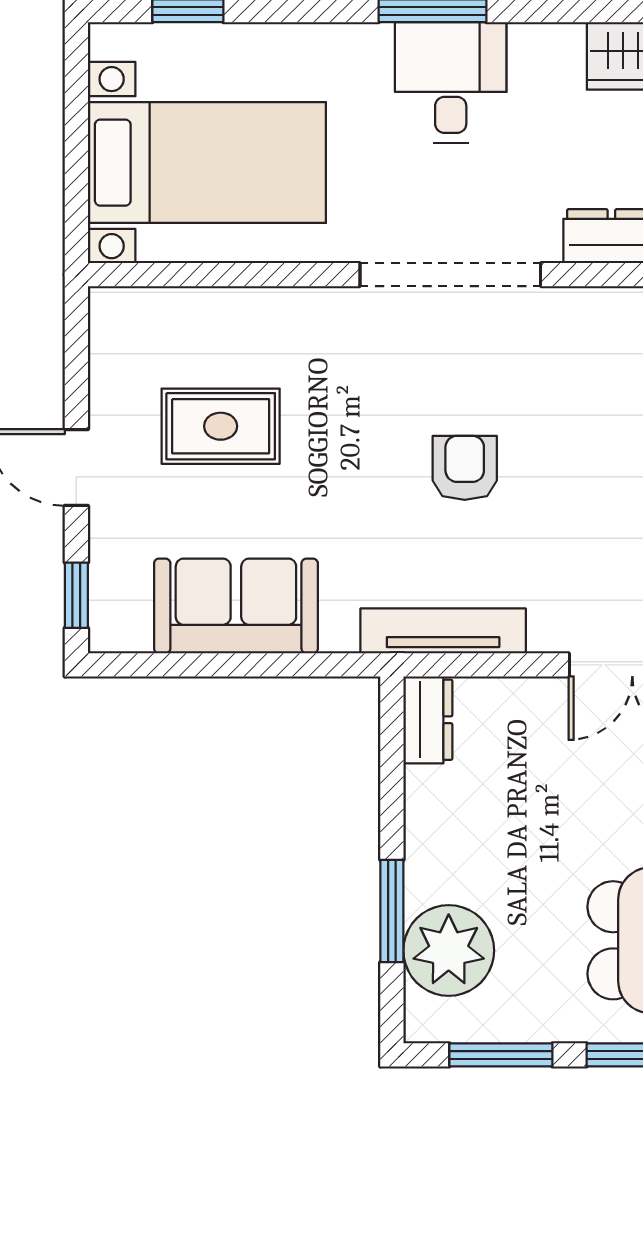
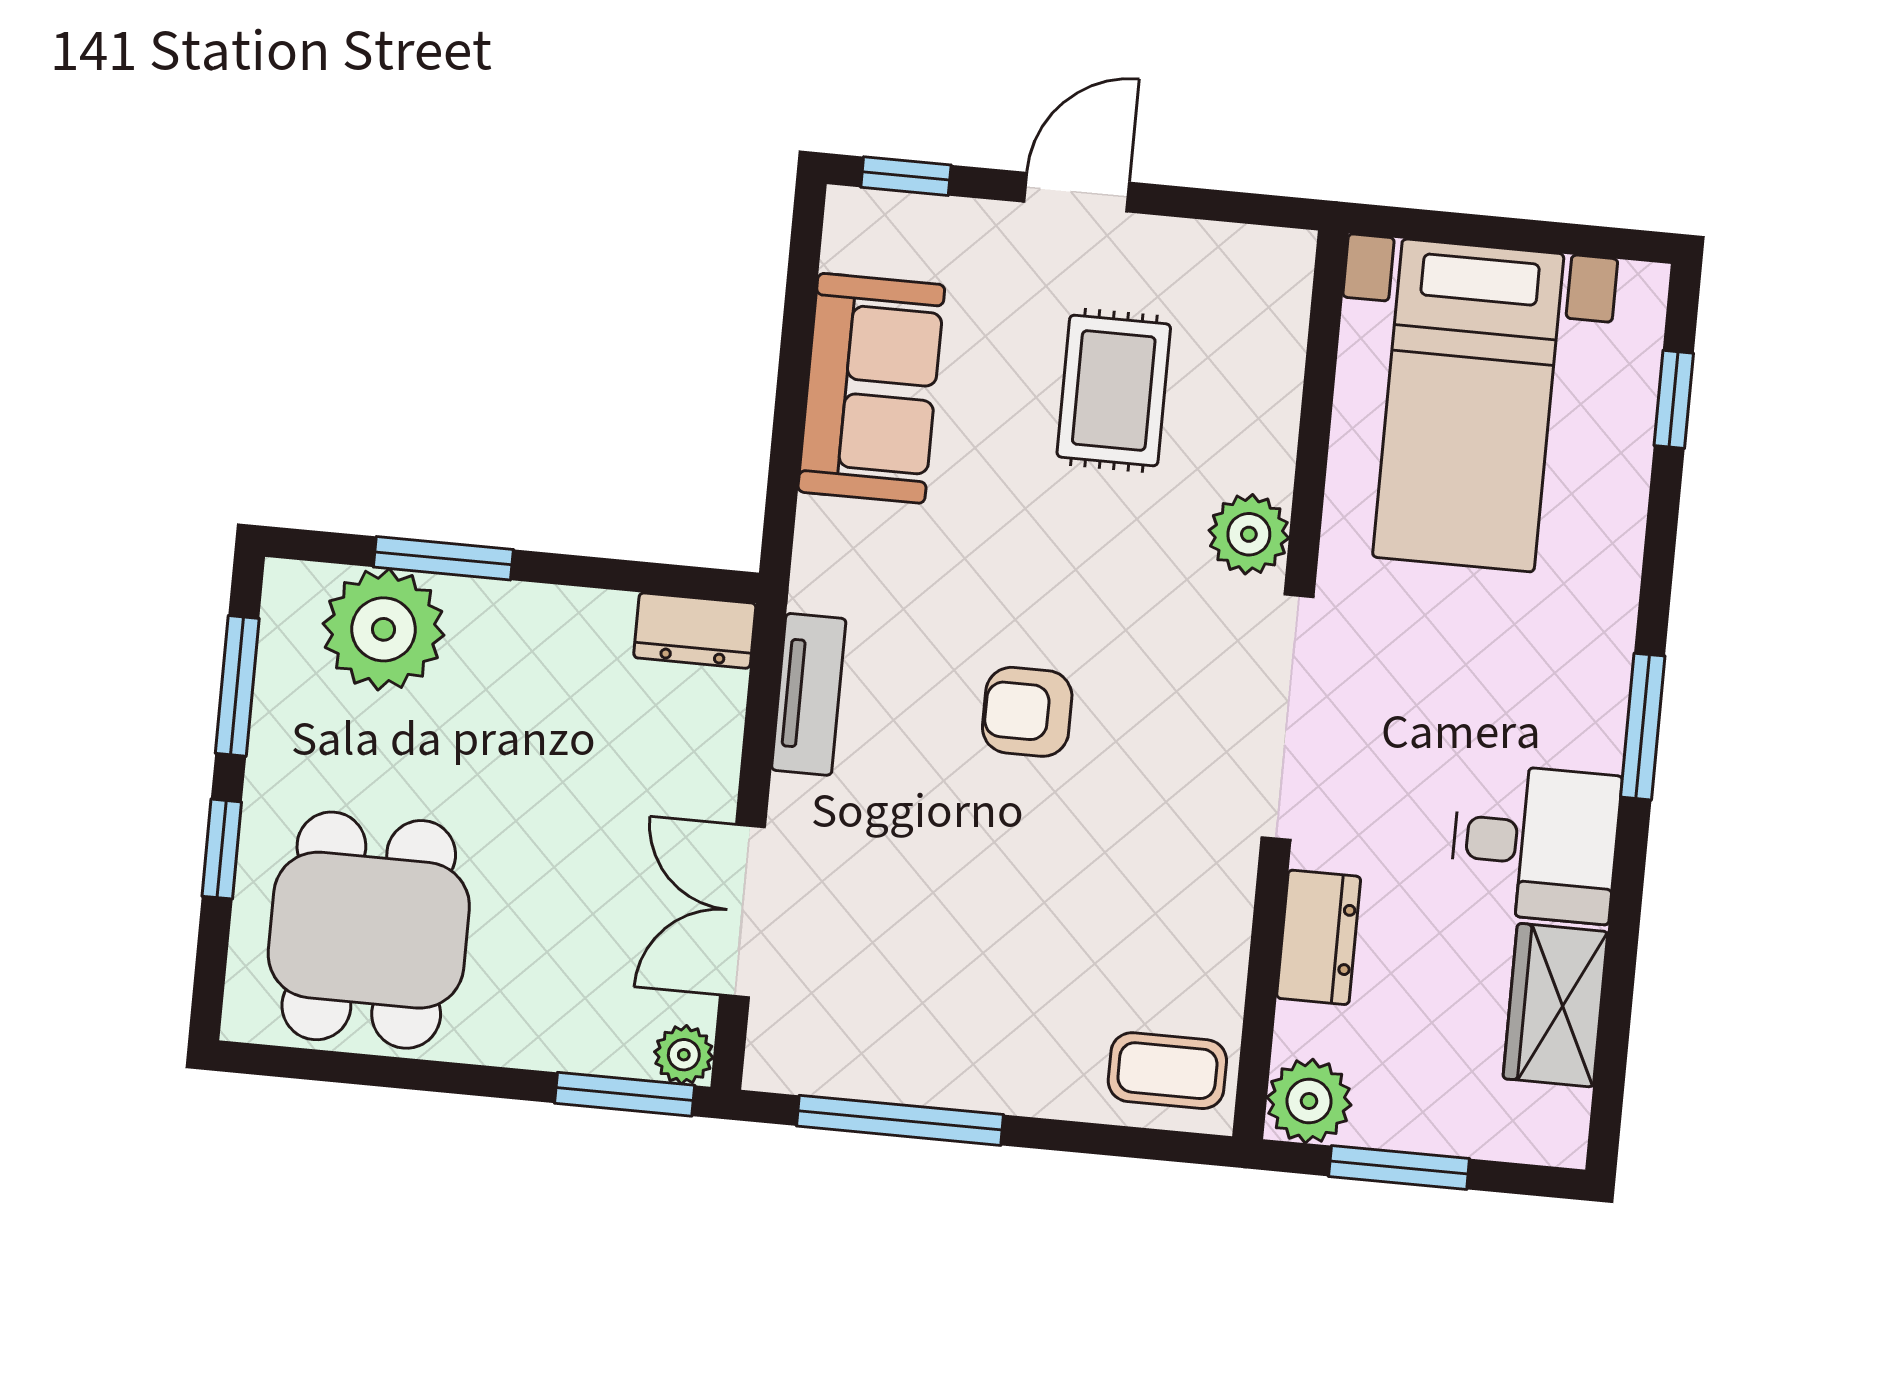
desk: (451, 82) -> (1535, 843), moved
plant: (318, 316) -> (1249, 534), added
armchair: (465, 468) -> (1027, 712), turned 180
tv unit: (443, 631) -> (809, 694), width x0.71

